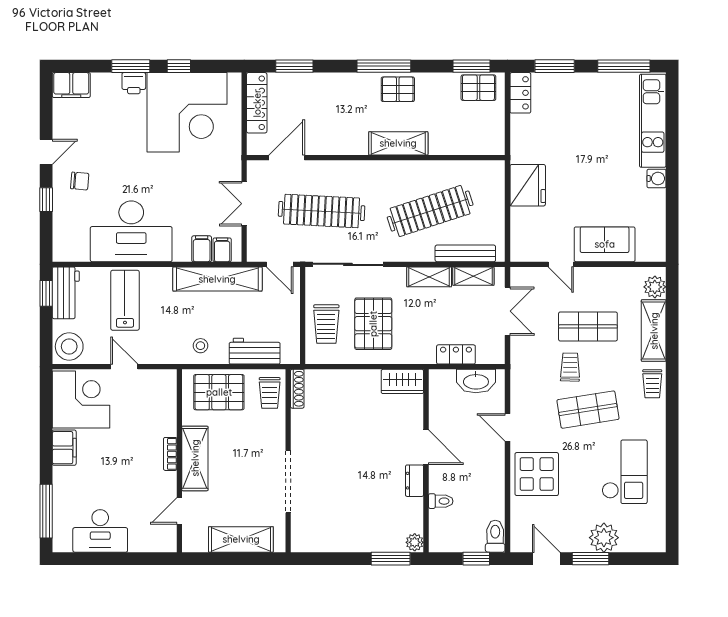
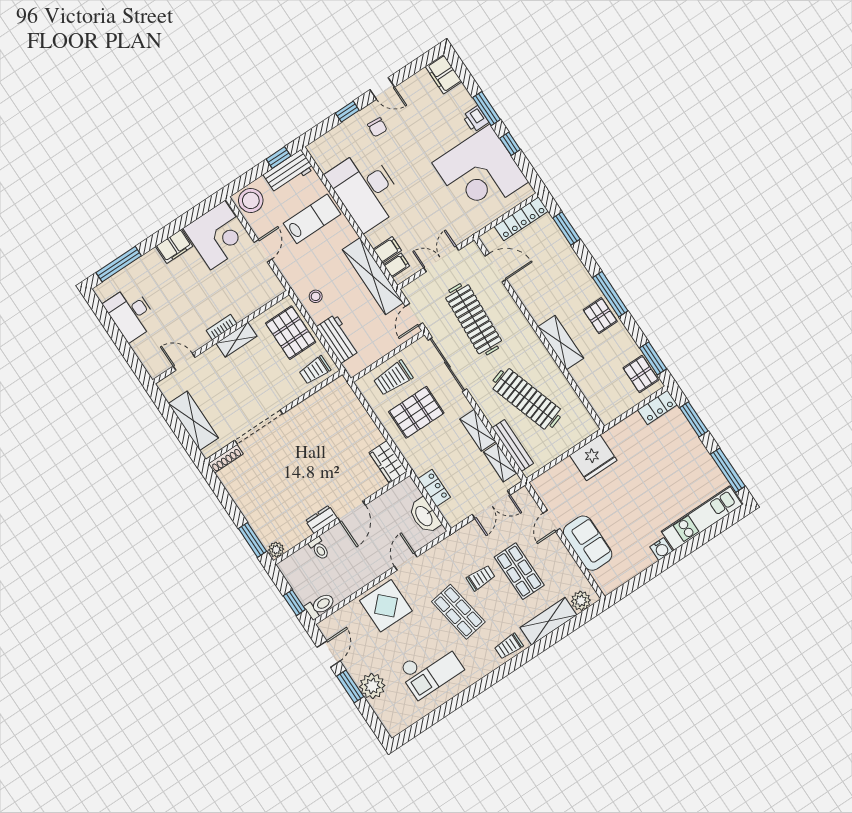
shoe rack: (297, 389) -> (226, 459), moved
shelving: (195, 458) -> (237, 340), width x0.67, depth x0.75

